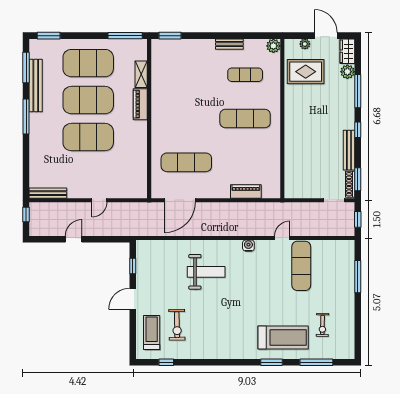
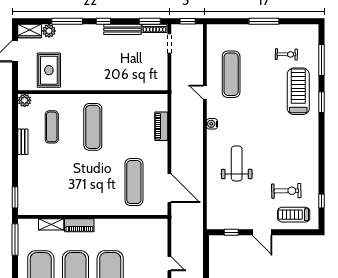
plant: (305, 44) -> (23, 71), removed
exercise mat: (301, 266) -> (231, 74), turned 90
window: (358, 277) -> (264, 21), moved

